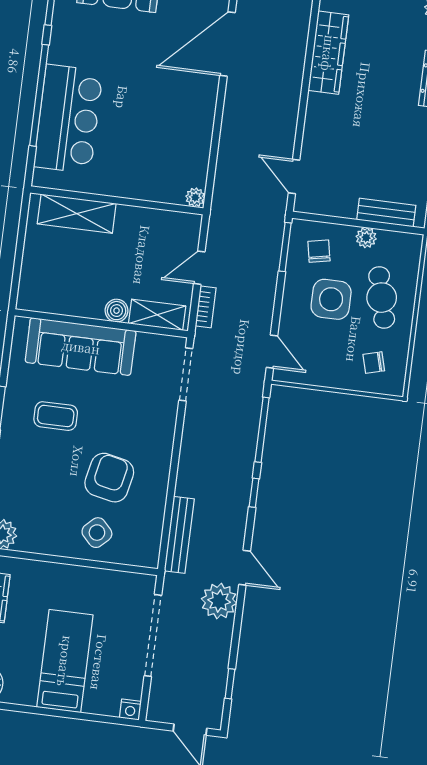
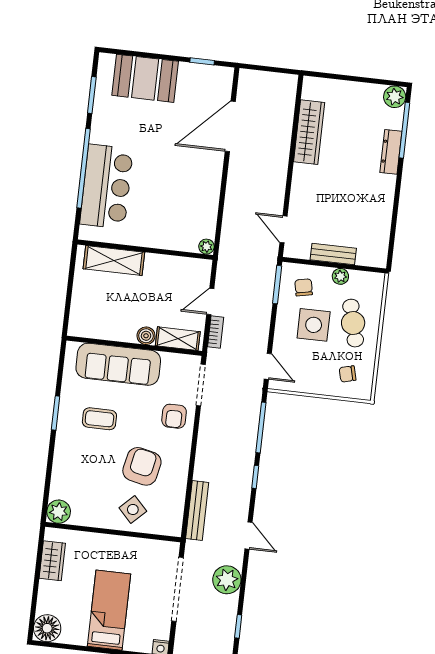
bench: (386, 213) -> (333, 254), moved
armchair: (151, 414) -> (174, 416), added
plant: (219, 601) -> (227, 580), moved

